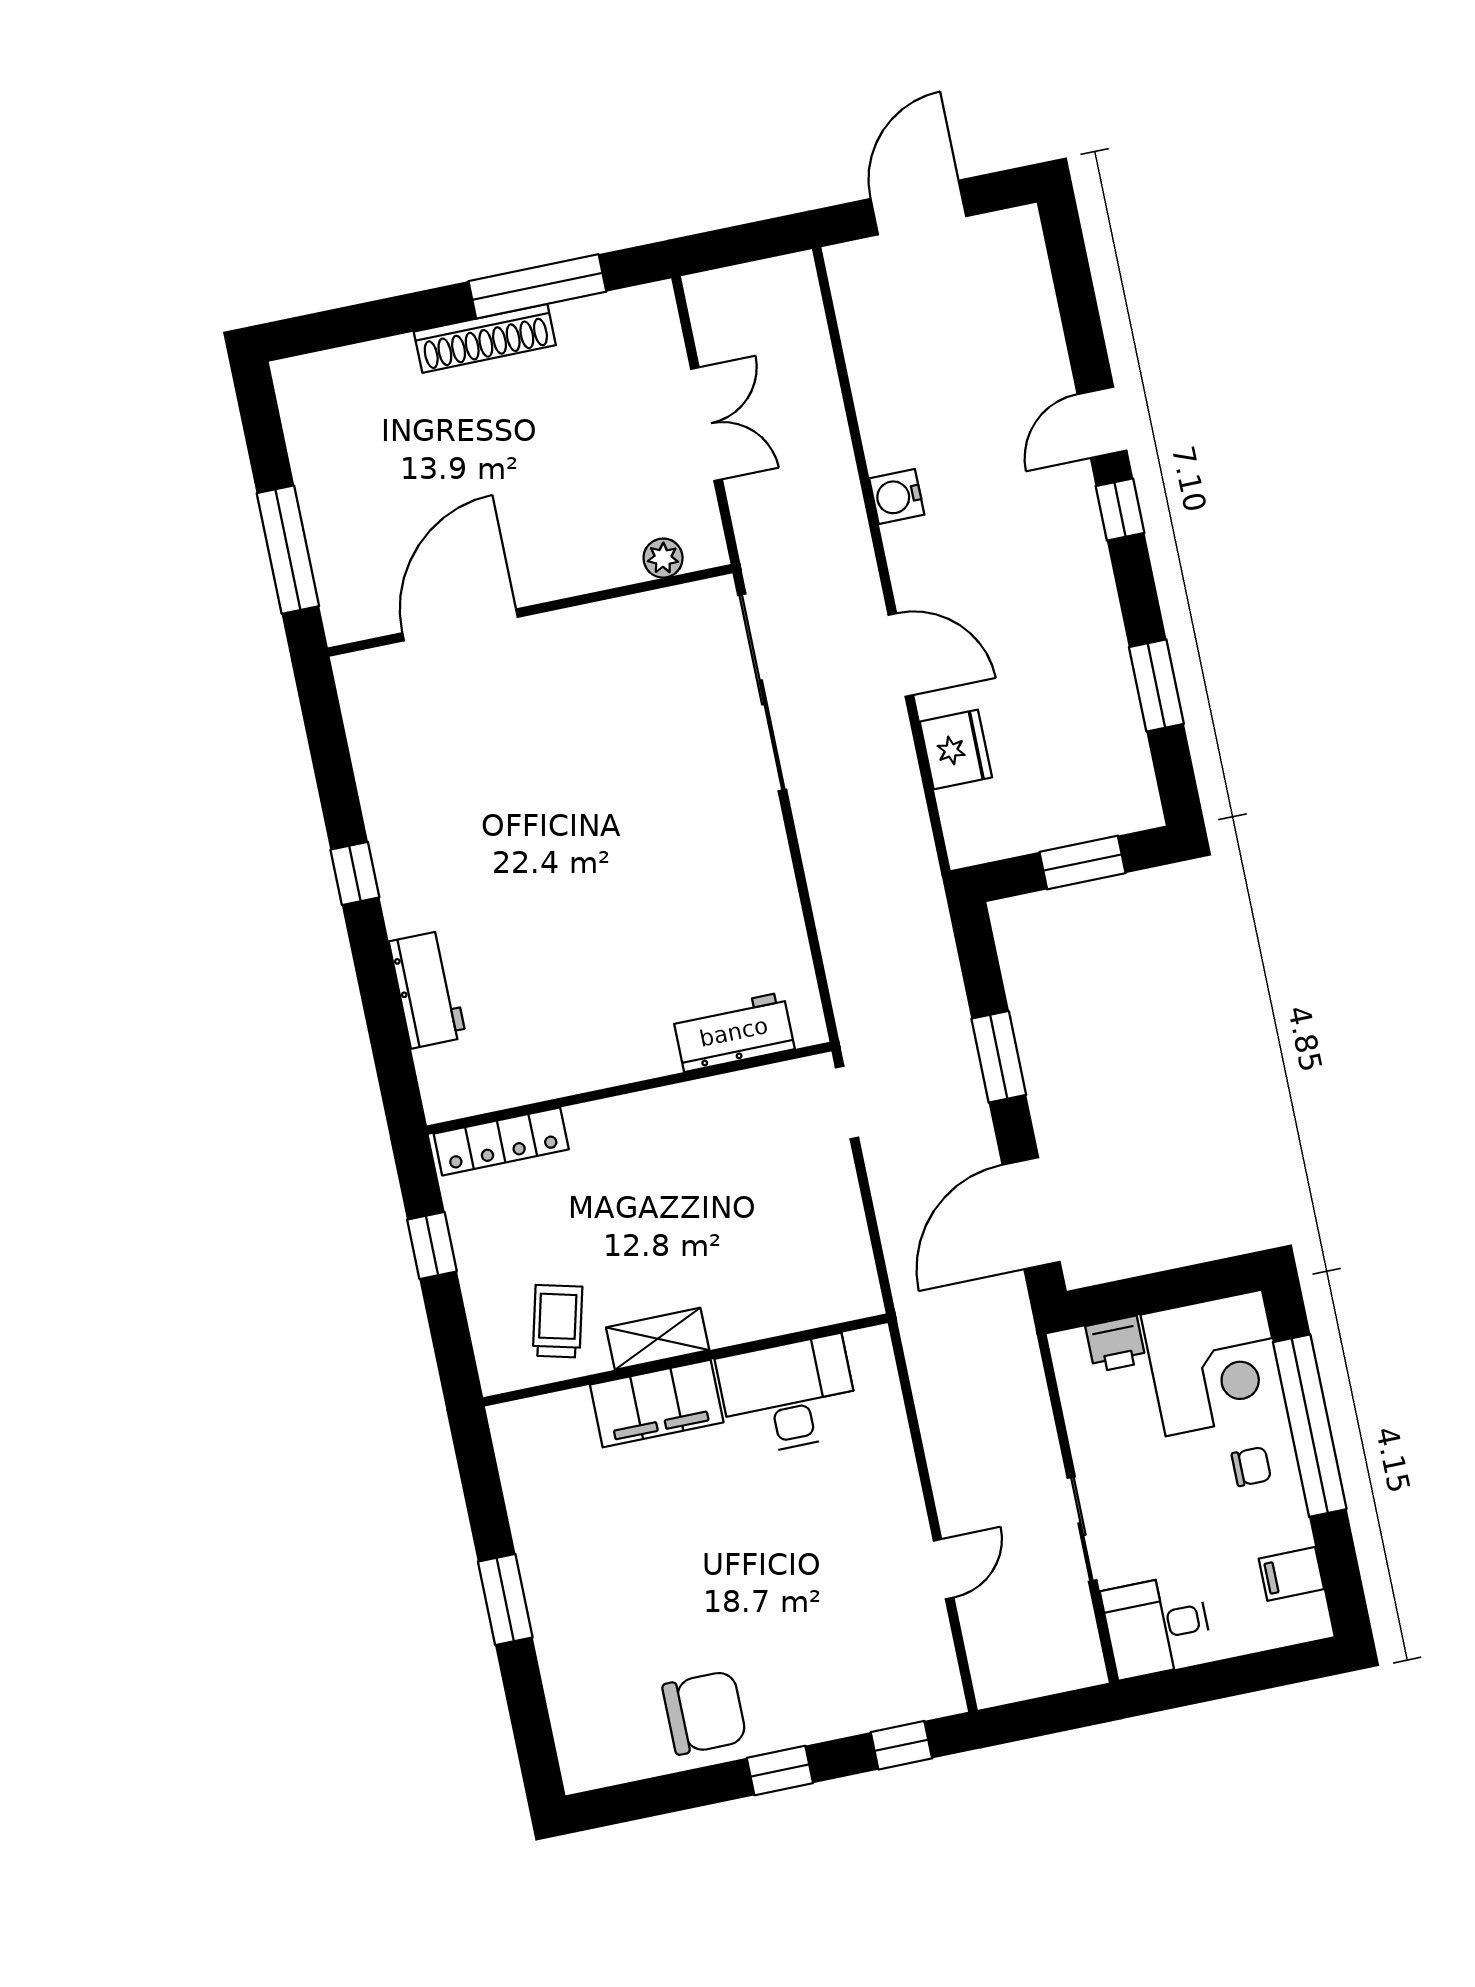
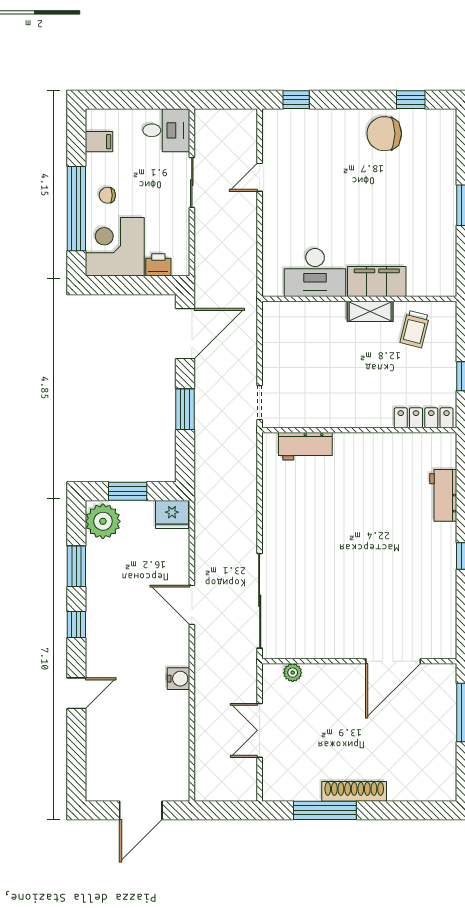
window: (1120, 510) -> (76, 625), moved
fridge: (956, 749) -> (172, 514), moved, turned -90
plant: (1121, 790) -> (103, 521), added
window: (780, 1770) -> (411, 100), moved

